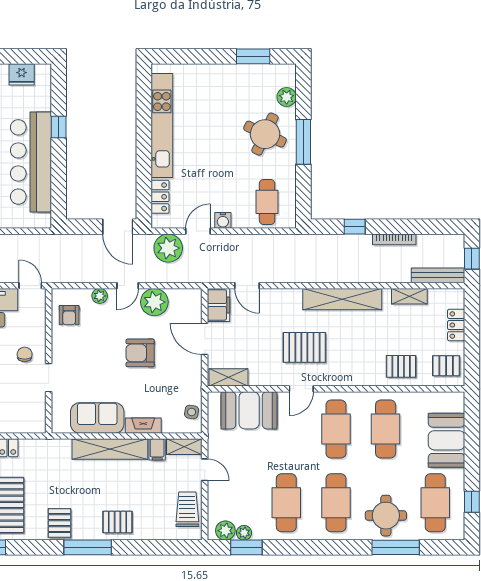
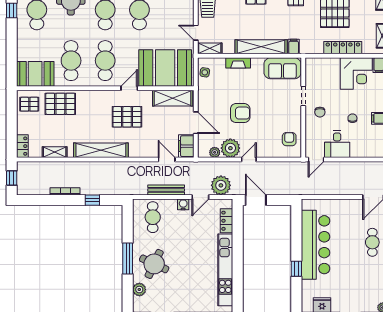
bench: (438, 275) -> (166, 190), moved
door: (30, 286) -> (316, 160), hinge flipped
plant: (100, 296) -> (215, 152), moved
locker: (456, 325) -> (22, 146), moved
pallet: (401, 366) -> (60, 104), width x1.50, depth x1.42
shelving: (229, 377) -> (173, 98), width x1.50, depth x1.33
booth: (249, 410) -> (165, 68), width x1.36, depth x1.42
sofa: (97, 418) -> (282, 68), moved
booth: (447, 440) -> (35, 74), moved, turned 90
filing cabinet: (157, 449) -> (294, 47), moved

